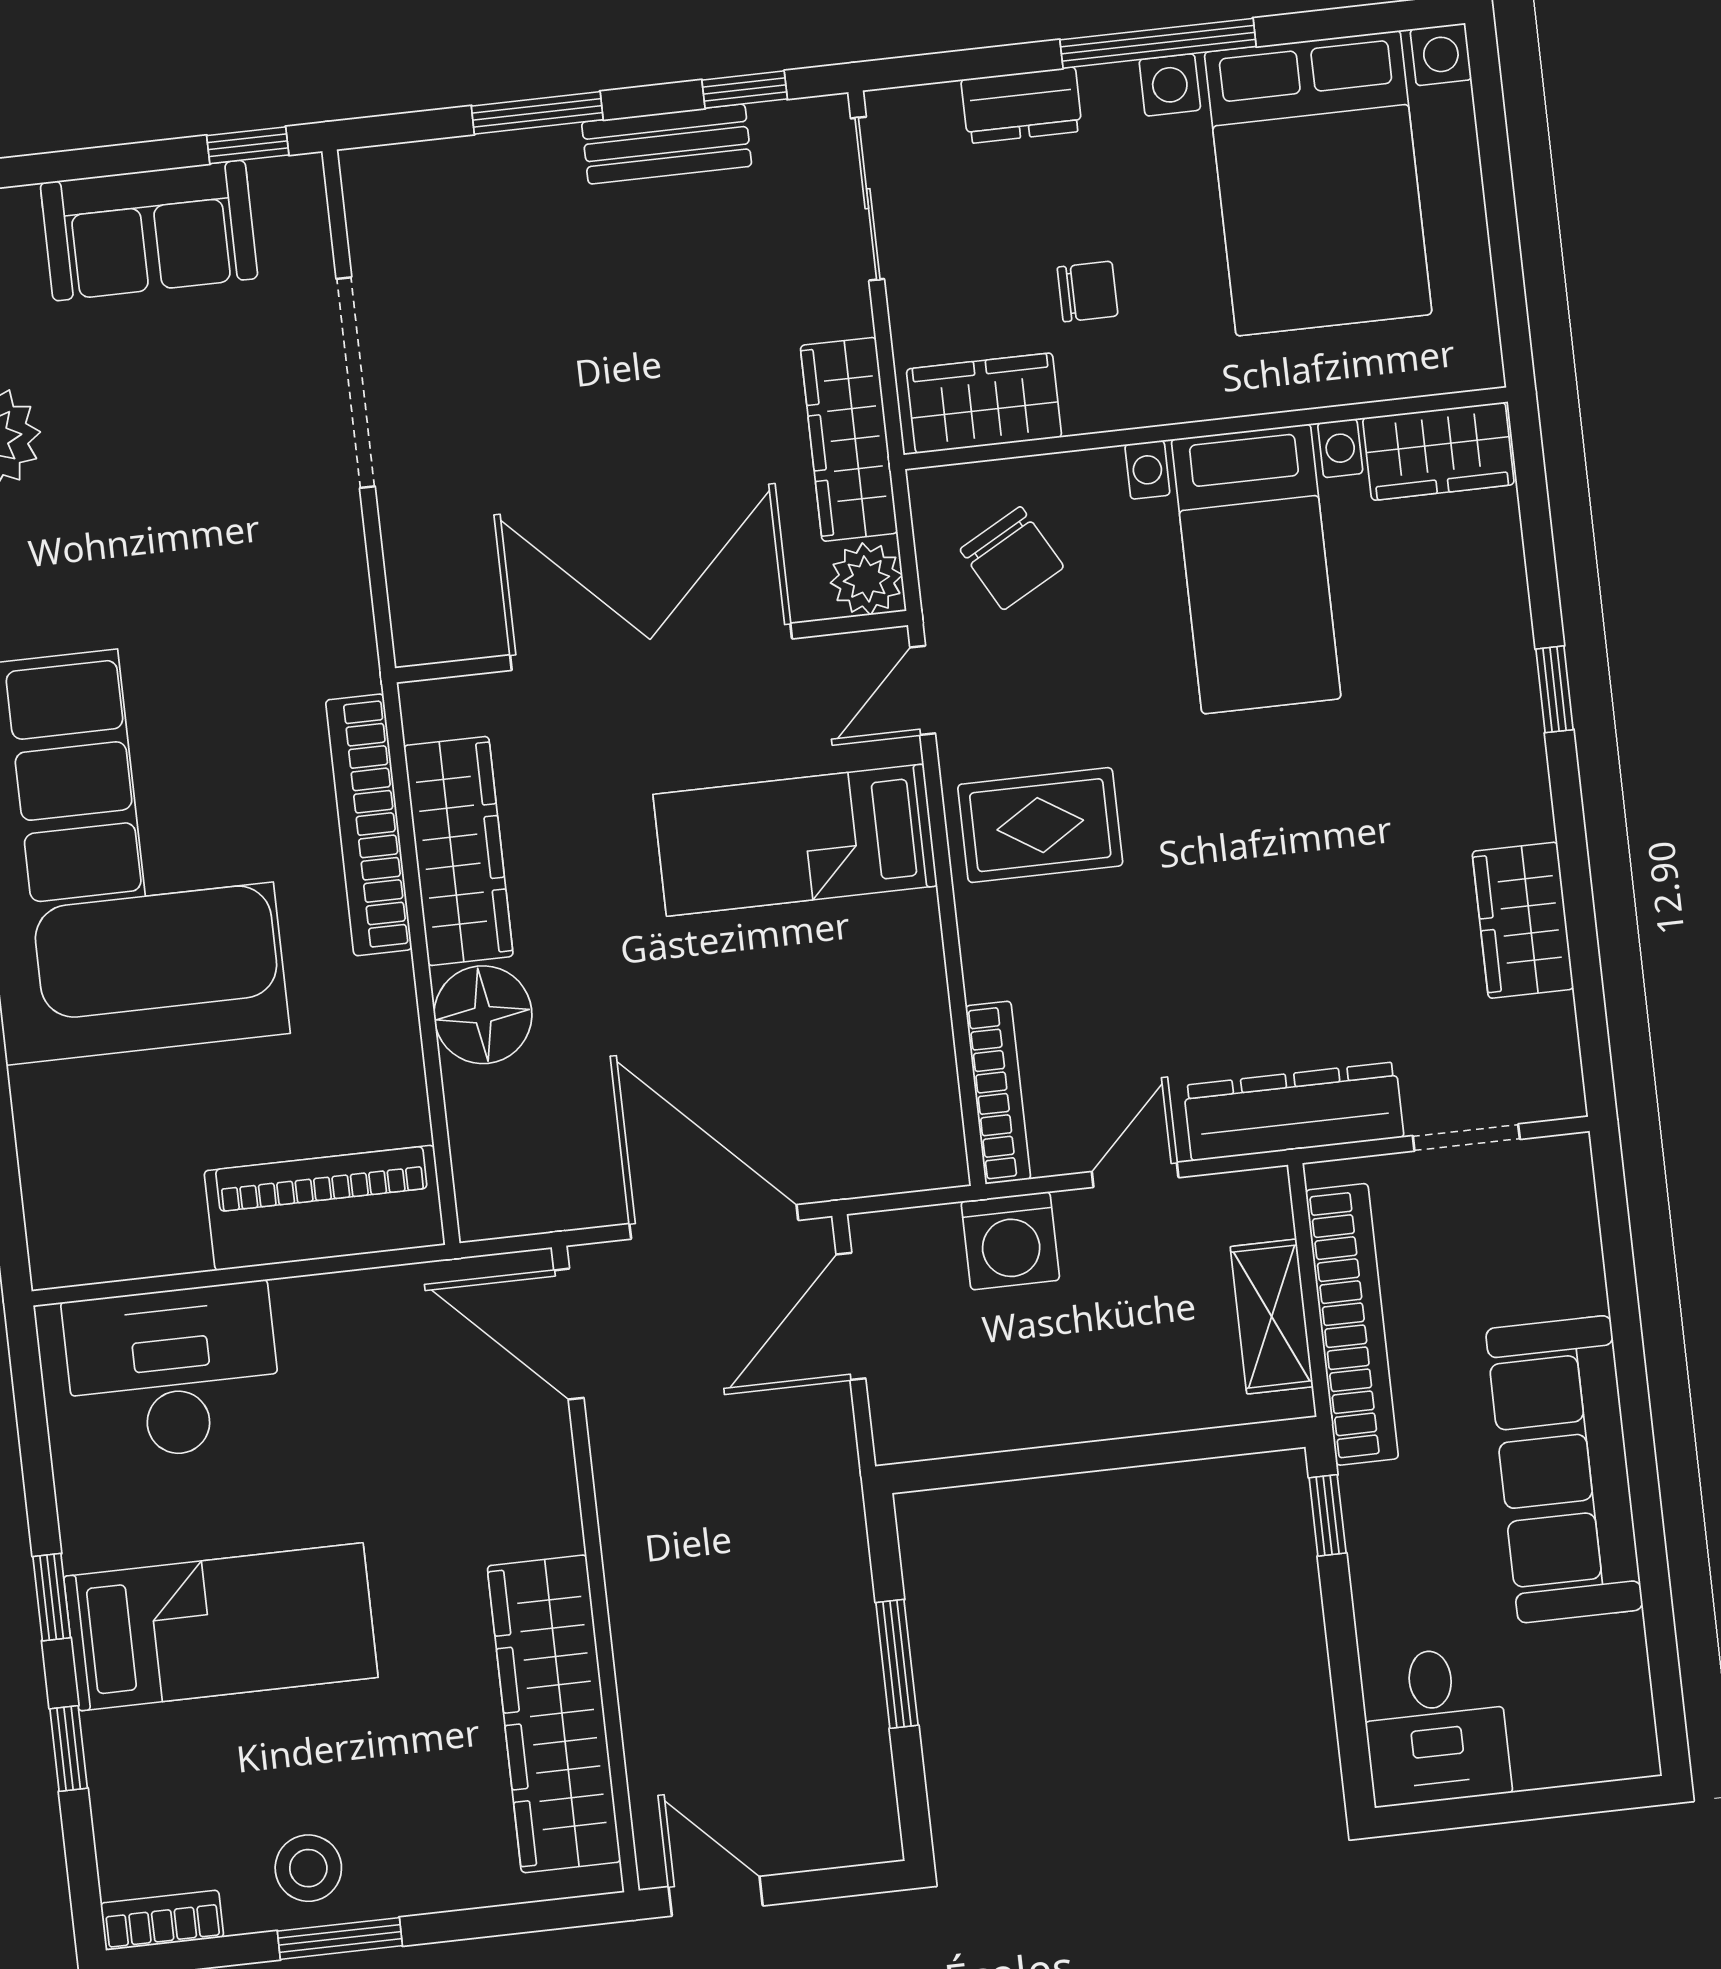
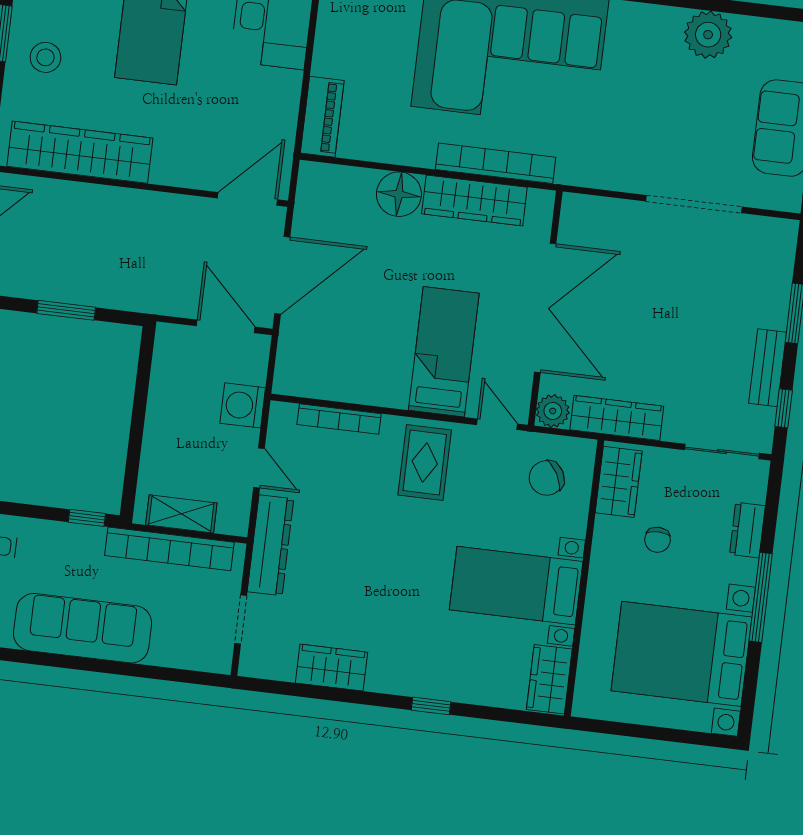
bookcase: (998, 1093) -> (339, 419), moved
piano: (325, 1208) -> (322, 117), width x0.73, depth x0.75
stool: (308, 1868) -> (45, 57), moved

